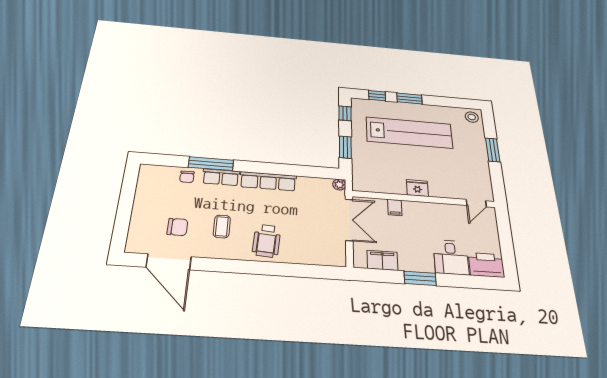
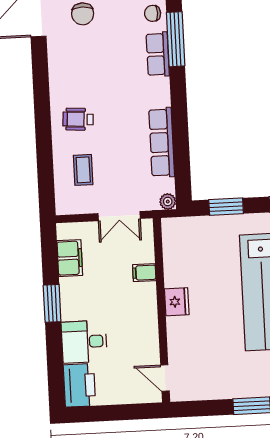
row of seats: (268, 181) -> (162, 142), moved
double door: (349, 220) -> (119, 216), width x0.73
coffee table: (222, 226) -> (83, 170), moved, turned 90
wheelchair: (267, 241) -> (78, 119), width x0.73, depth x0.73

